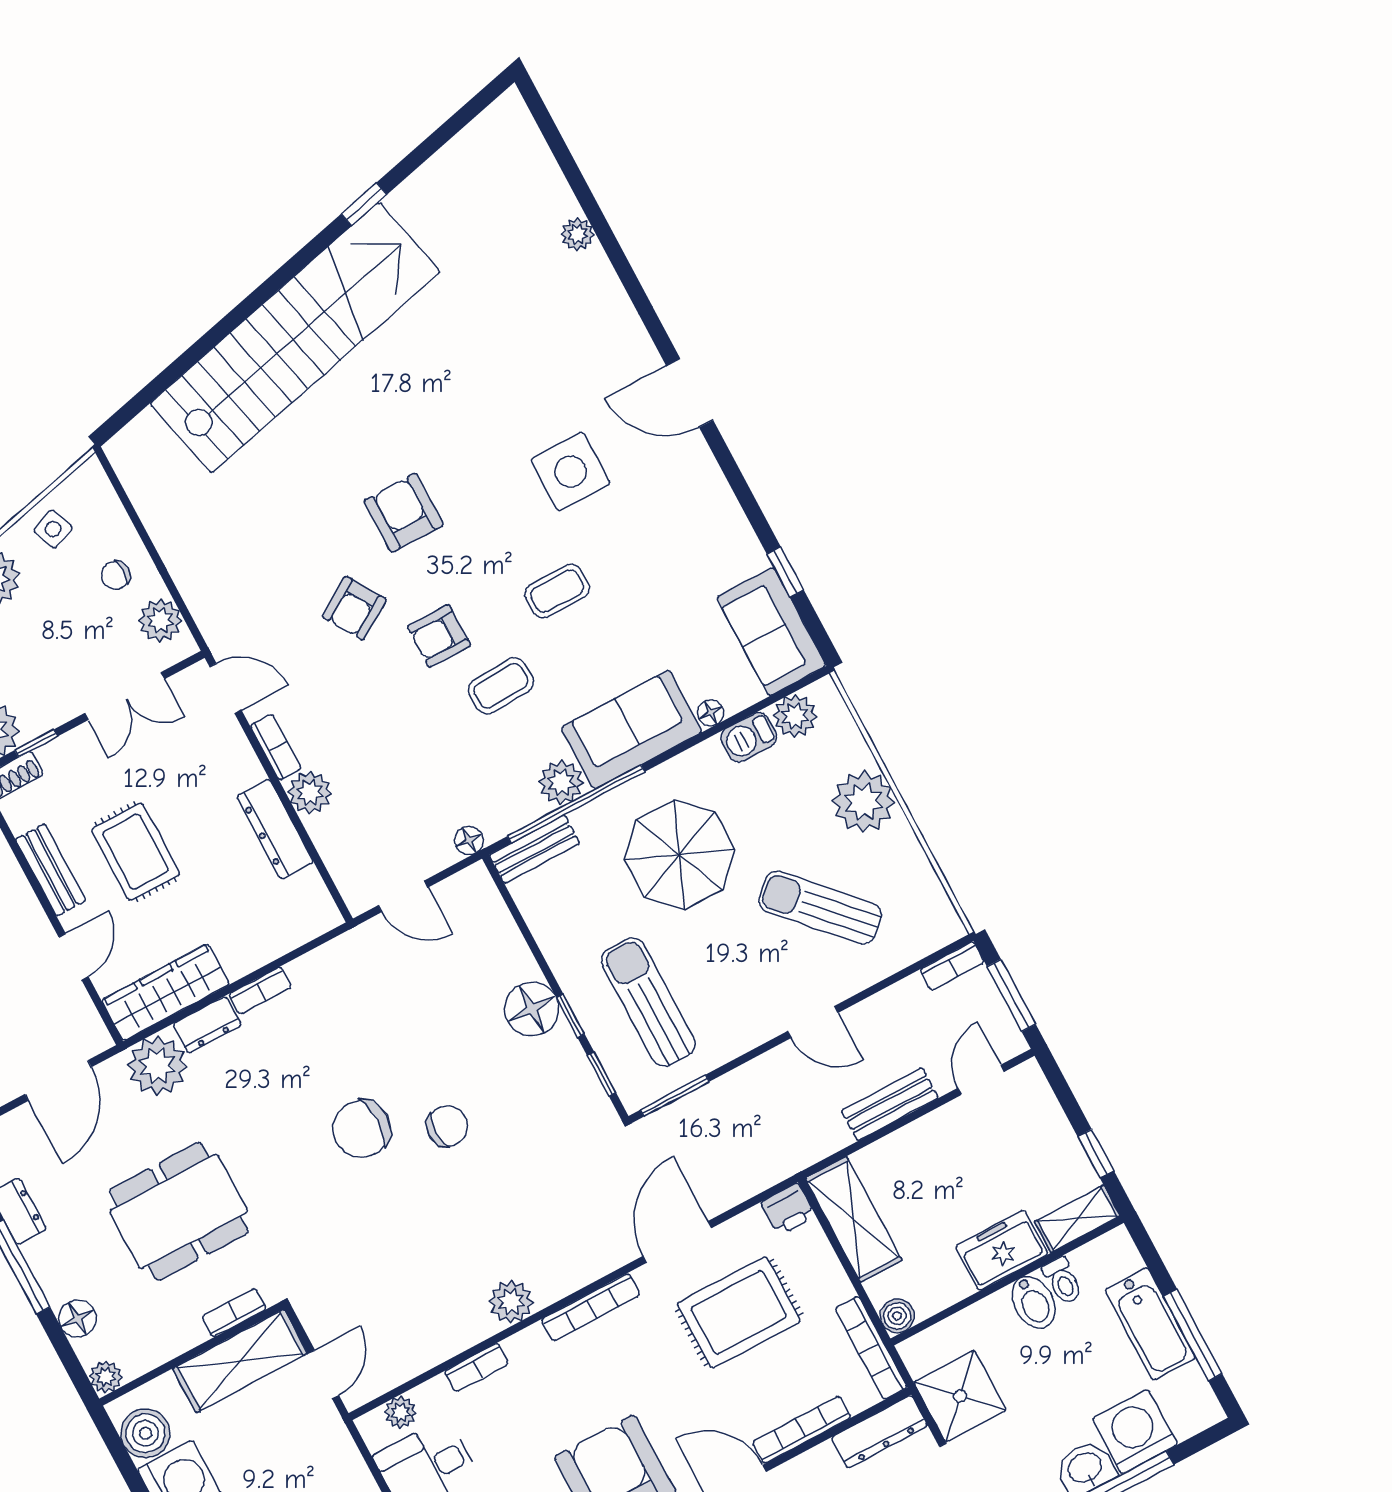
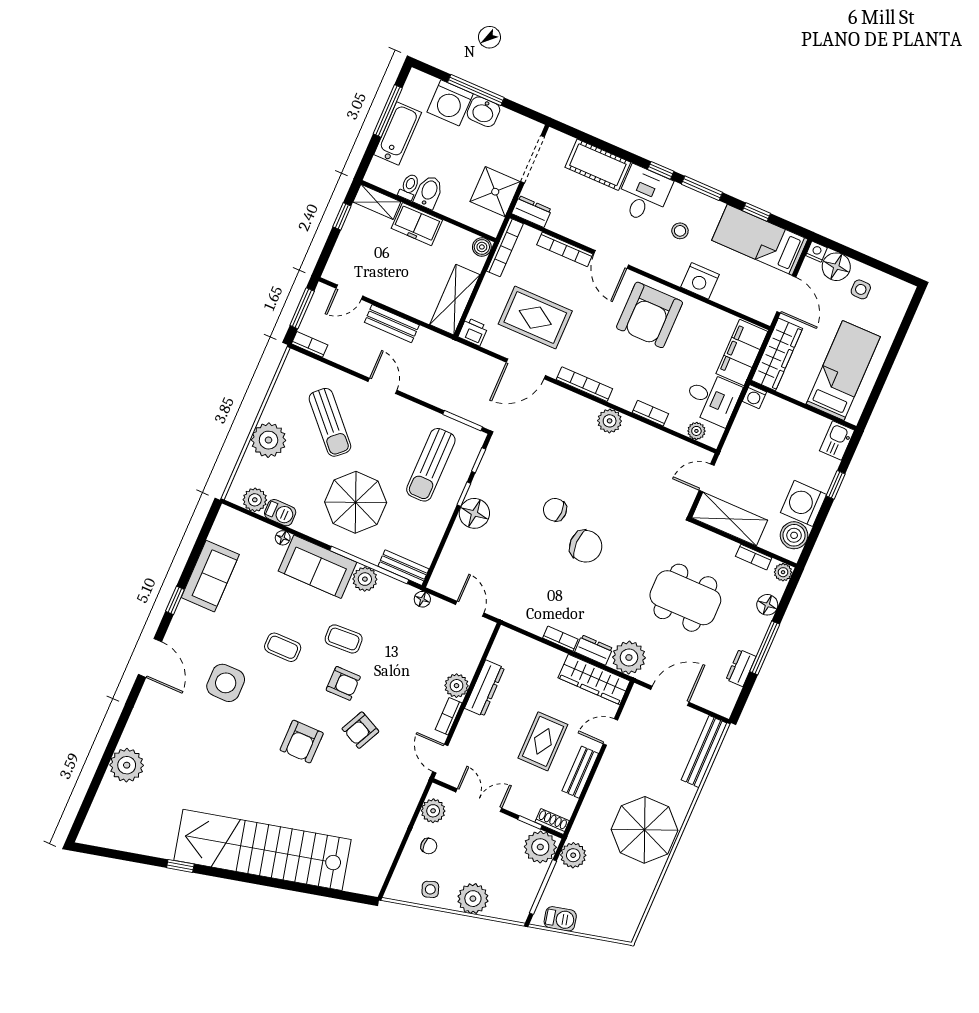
plant: (578, 234) -> (127, 765), width x1.88, depth x1.88
window: (785, 572) -> (175, 600), moved
armchair: (354, 608) -> (360, 730), turned 148
sofa: (771, 632) -> (210, 576), moved
bookcase: (234, 1313) -> (754, 557), moved
dresser: (880, 1432) -> (532, 211), width x0.70

